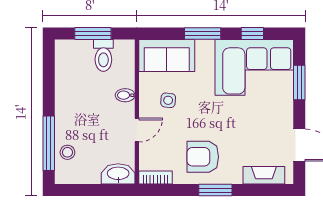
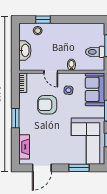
window: (49, 143) -> (43, 20), width x0.46
armchair: (203, 157) -> (47, 105), moved, turned -90
washbasin: (118, 174) -> (25, 50), moved

